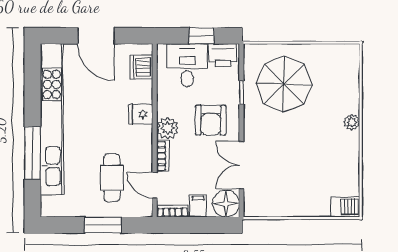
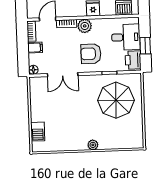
double door: (241, 165) -> (63, 75), swing flipped
floor lamp: (226, 204) -> (33, 70), width x0.53, depth x0.53
barbecue: (345, 207) -> (38, 132), moved

